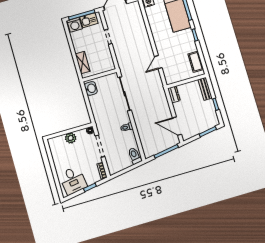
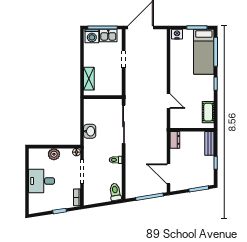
door: (158, 62) -> (168, 101), swing flipped
washbasin: (91, 88) -> (90, 131), moved
desk: (73, 180) -> (42, 181), moved, turned 99

